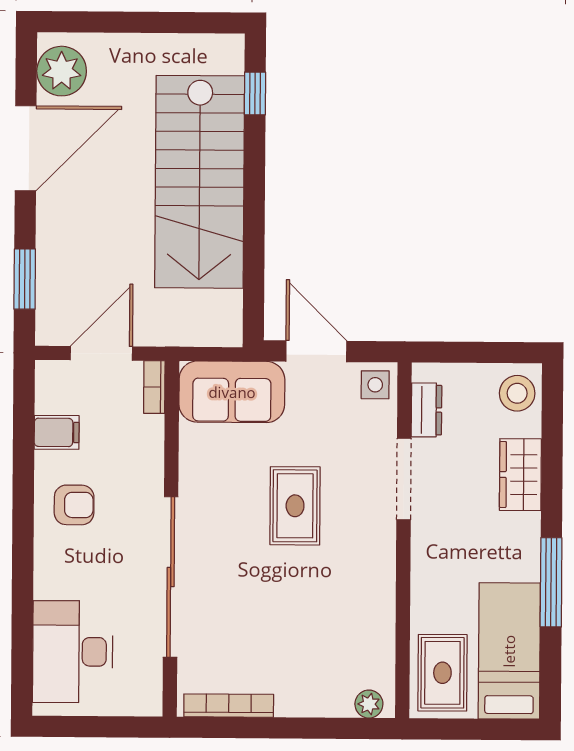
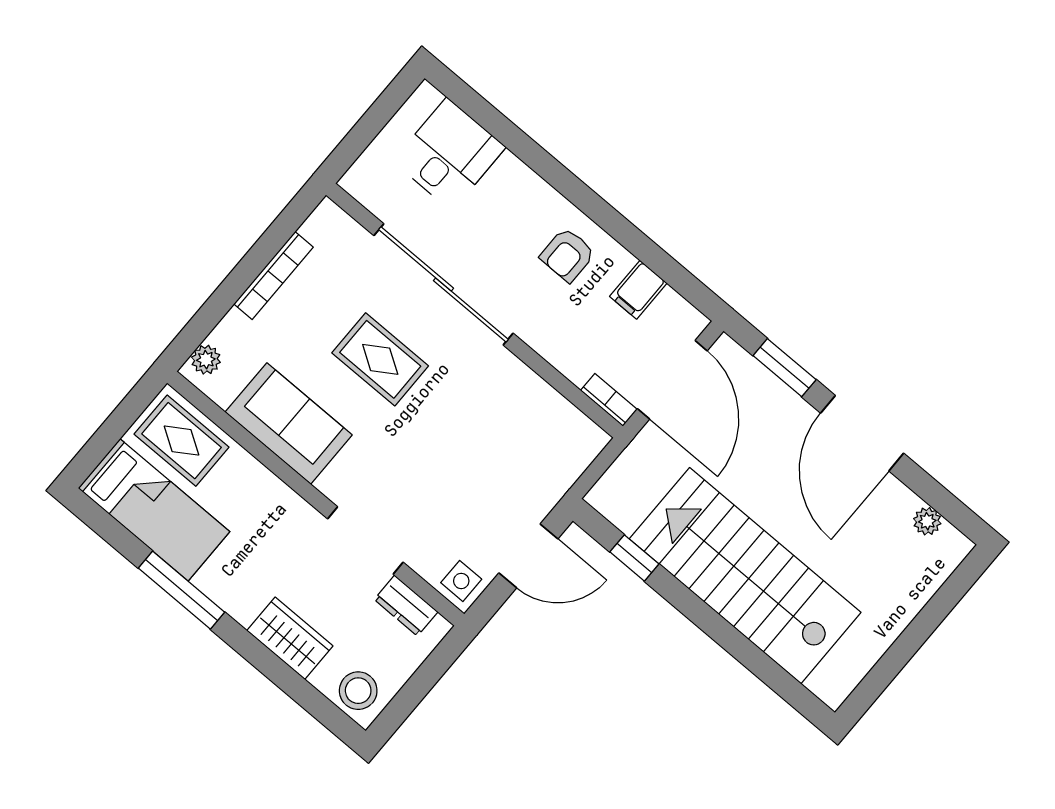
plant: (62, 71) -> (927, 521), width x0.53, depth x0.53
window: (255, 93) -> (634, 558), moved
door: (26, 148) -> (862, 433), moved
door: (101, 353) -> (672, 380), width x1.36
sofa: (232, 392) -> (289, 424), moved, turned 90
rug: (295, 506) -> (380, 359), moved
desk: (73, 652) -> (449, 154), width x0.73
bookcase: (229, 706) -> (274, 276), moved

